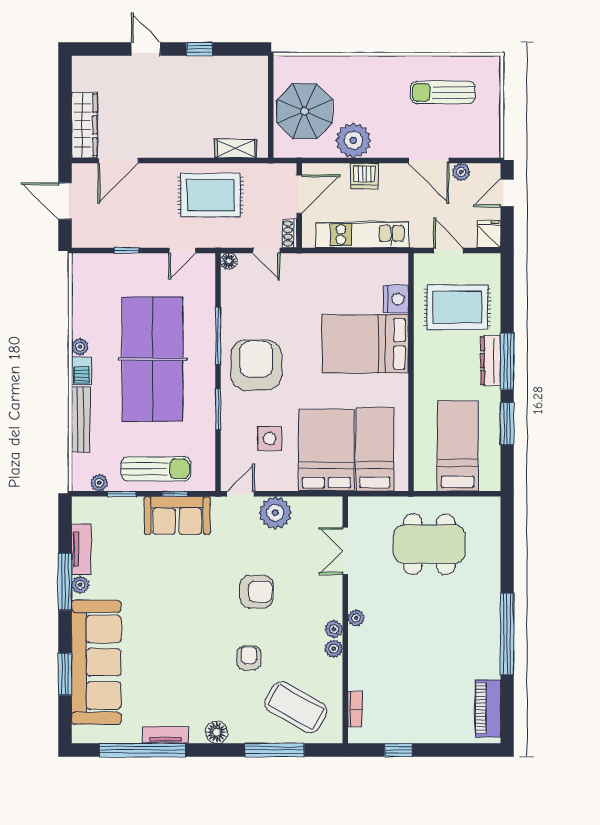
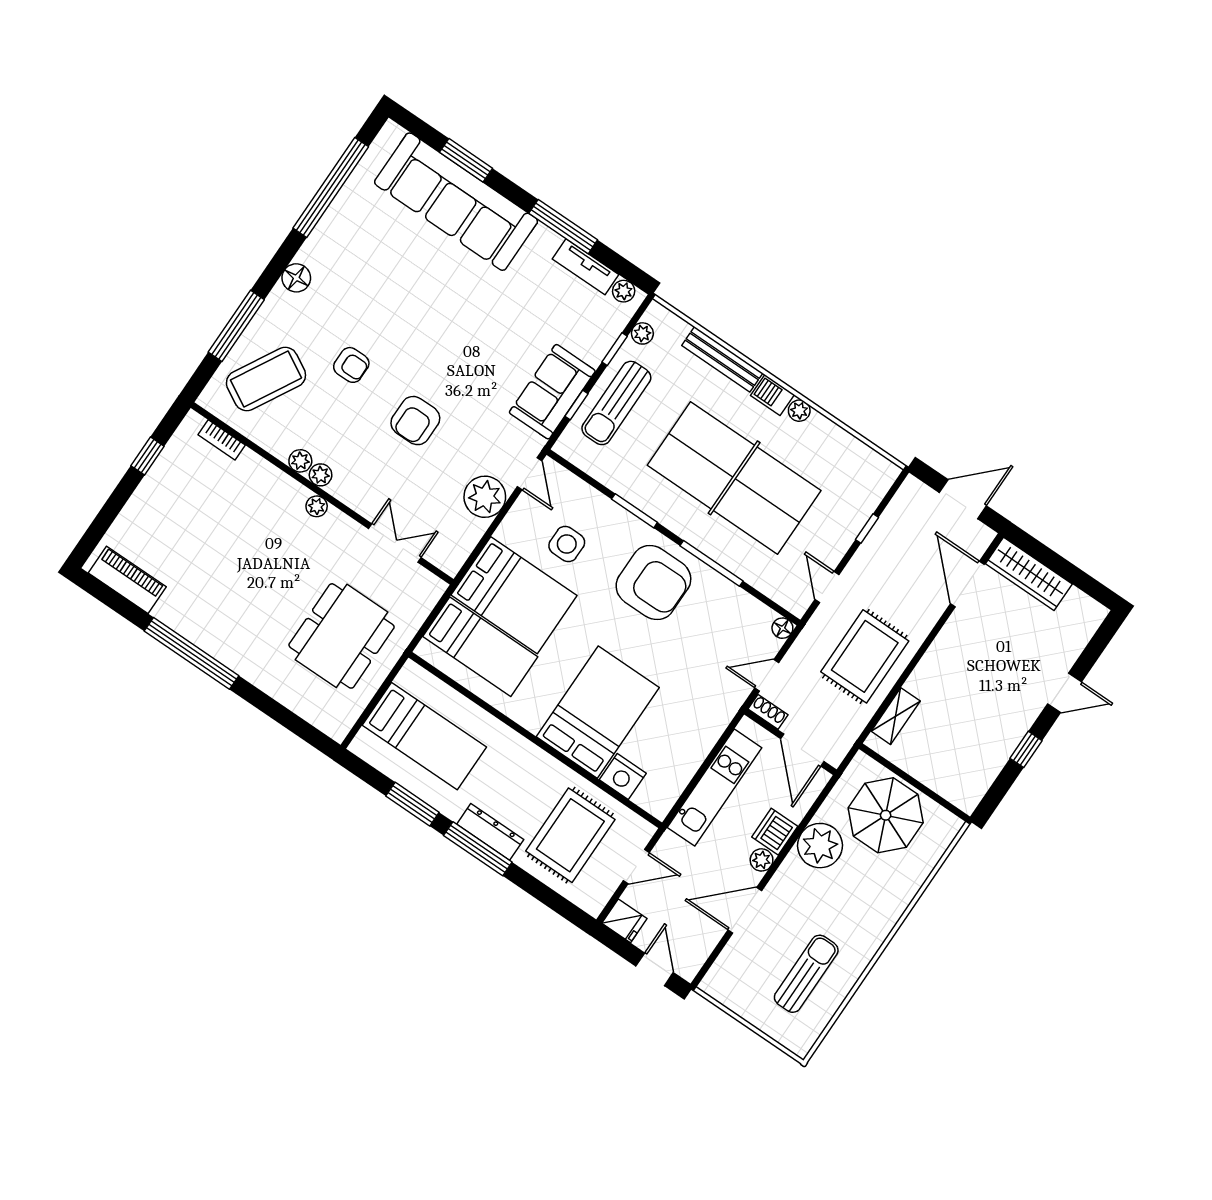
plant: (461, 172) -> (762, 860), moved
plant: (80, 585) -> (624, 291), moved
tv unit: (166, 735) -> (330, 223), removed

